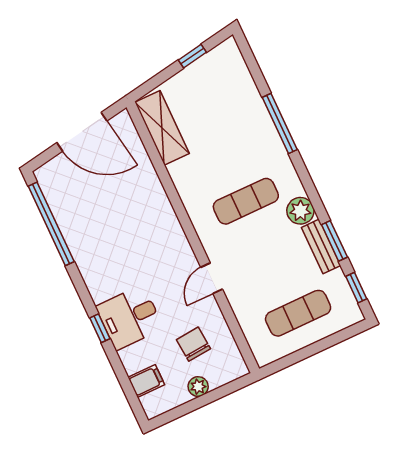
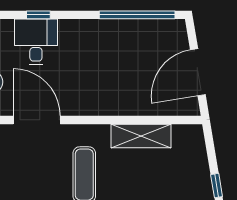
shelving: (162, 128) -> (141, 136), moved
door: (212, 278) -> (37, 120), width x1.88

